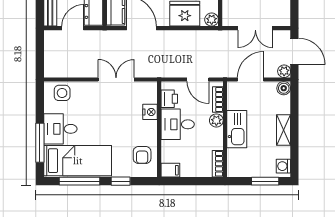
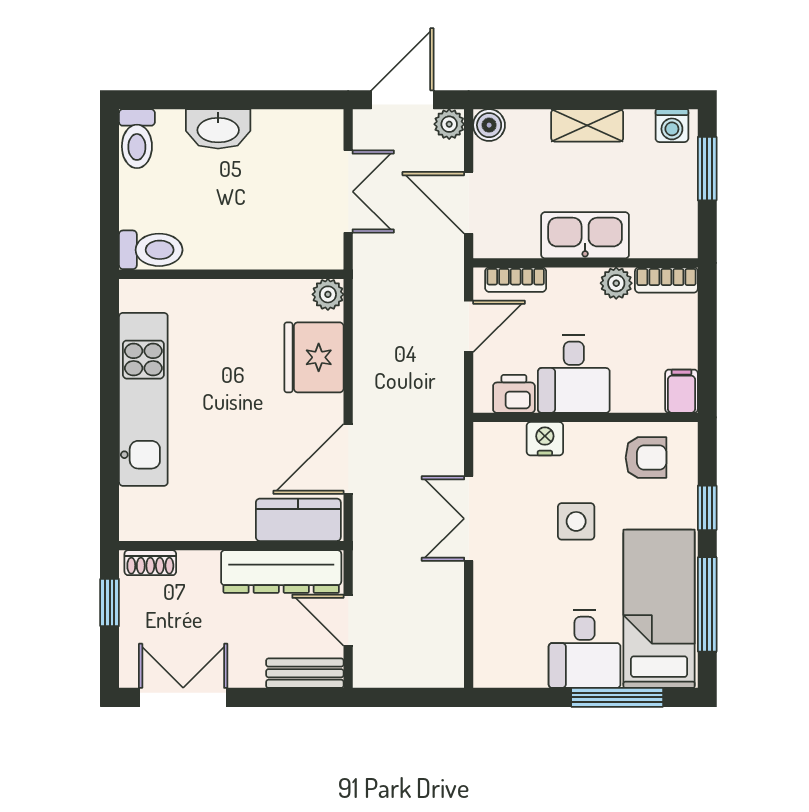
side table: (62, 93) -> (576, 521), moved
plant: (216, 120) -> (616, 283), moved

